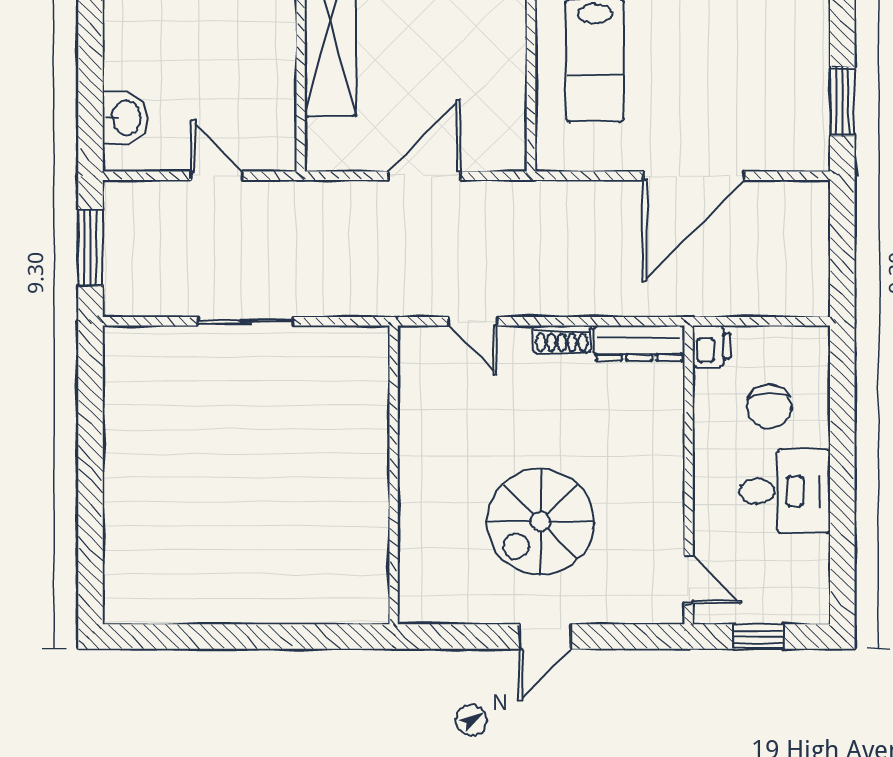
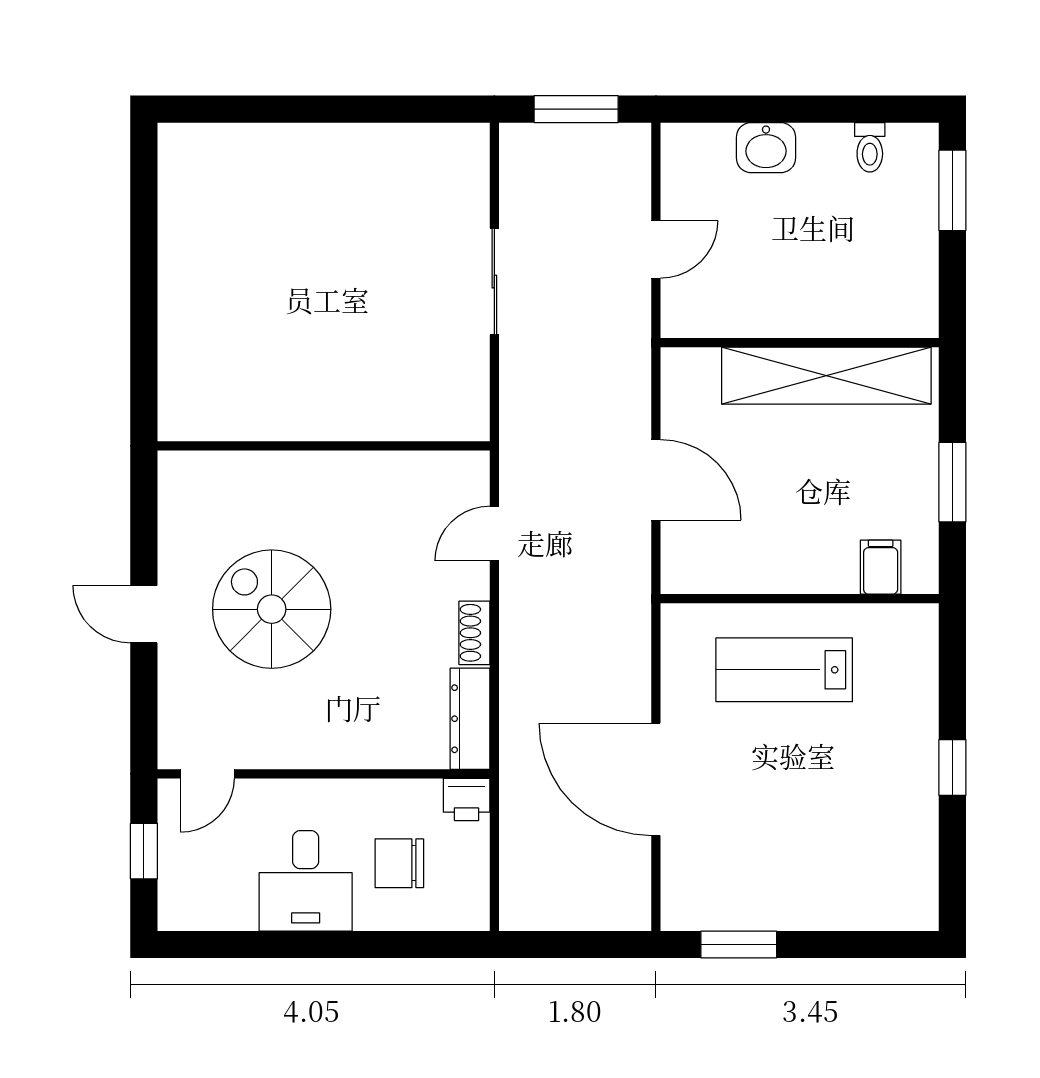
washbasin: (125, 118) -> (766, 148), moved

